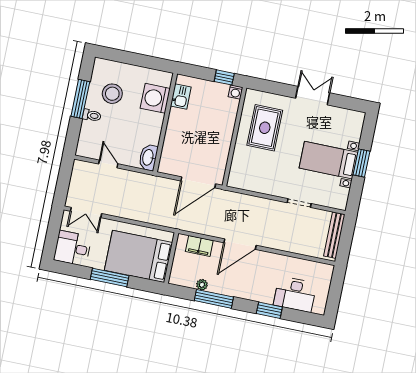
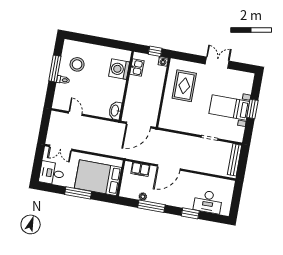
kitchen sink: (181, 96) -> (137, 67), moved
washing machine: (155, 98) -> (119, 69), moved
wall: (165, 123) -> (126, 86), moved
washbasin: (148, 157) -> (115, 111), moved

